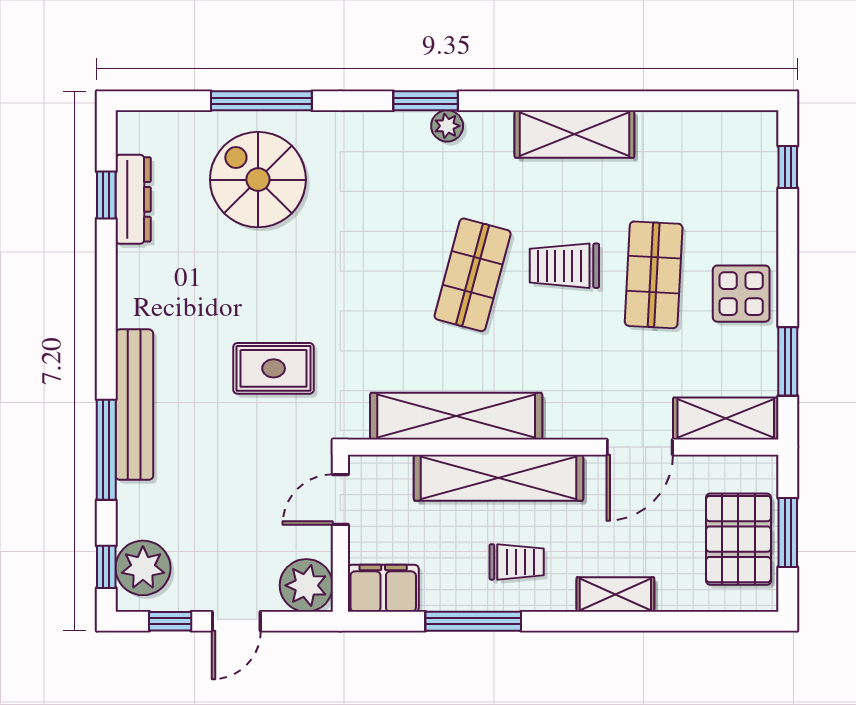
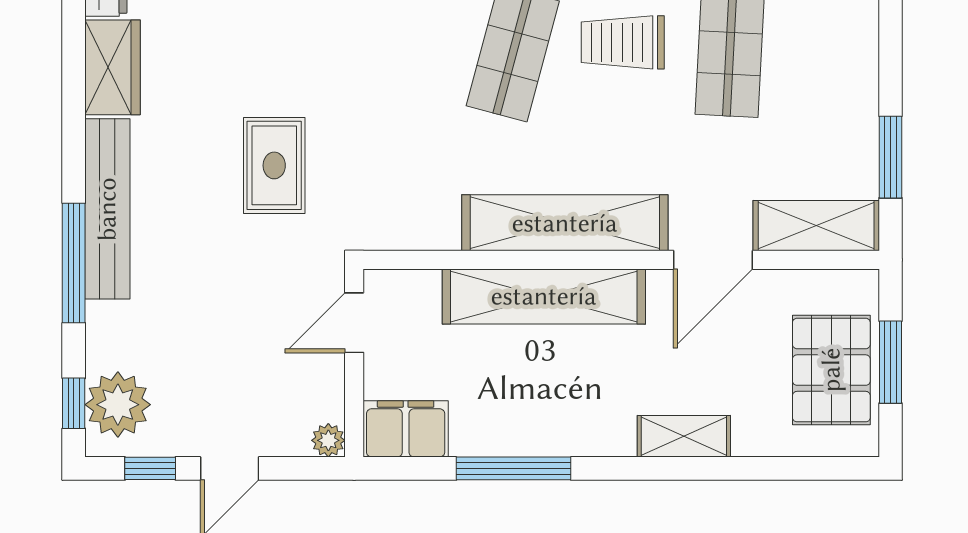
wardrobe: (139, 287) -> (112, 67), added
display table: (741, 294) -> (835, 76), removed
rug: (274, 368) -> (274, 165), turned 90
shelving: (456, 416) -> (565, 223), moved
trolley: (517, 562) -> (566, 397), removed
plant: (306, 585) -> (328, 440), width x0.53, depth x0.53

